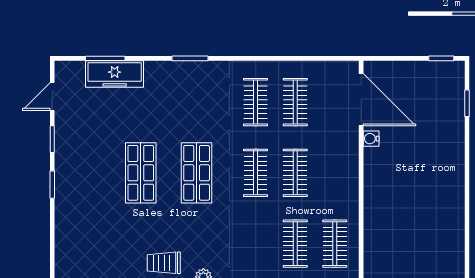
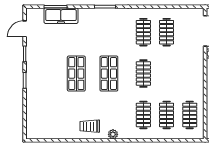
clothes rail: (295, 173) -> (143, 115), moved

